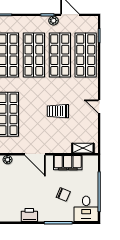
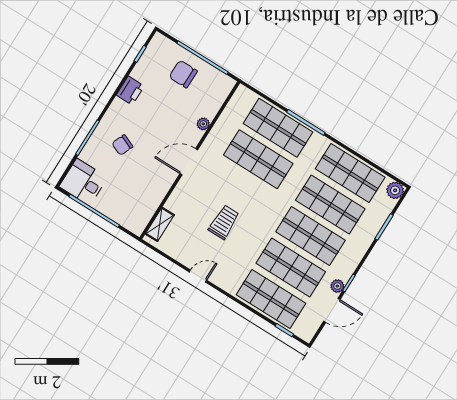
filing cabinet: (68, 163) -> (154, 195), removed
chair: (63, 194) -> (122, 145), moved
printer: (29, 215) -> (130, 90), moved

